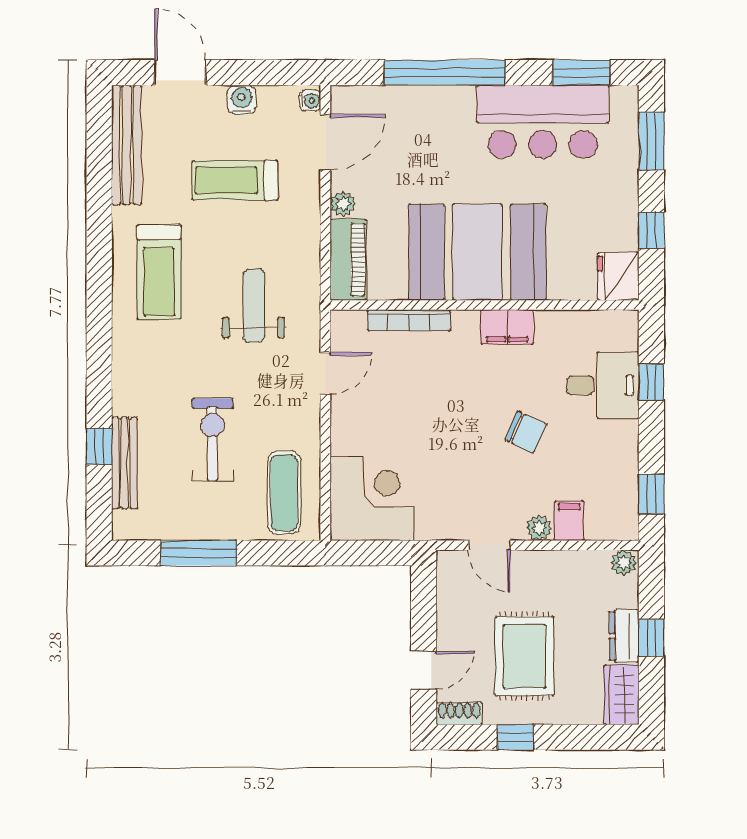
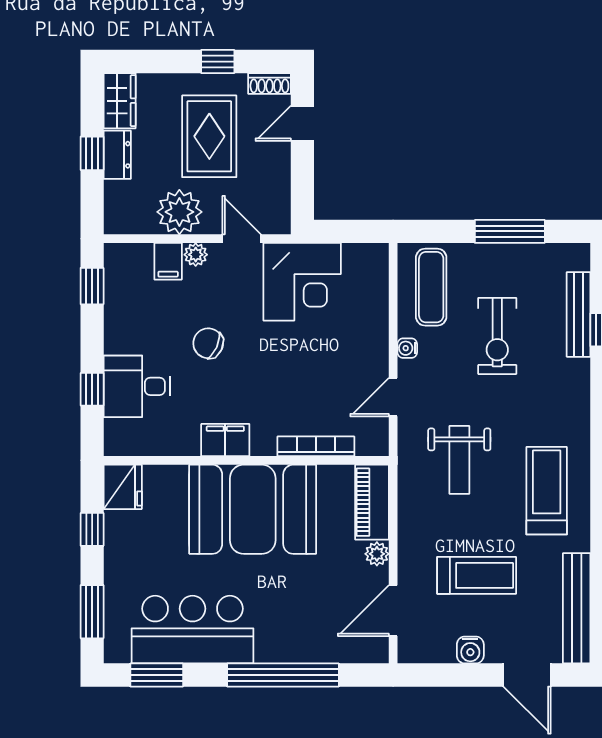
water cooler: (310, 101) -> (407, 348), moved
corner desk: (372, 498) -> (302, 282), moved, turned -90
plant: (624, 563) -> (179, 212), moved, width x1.88, depth x1.88

